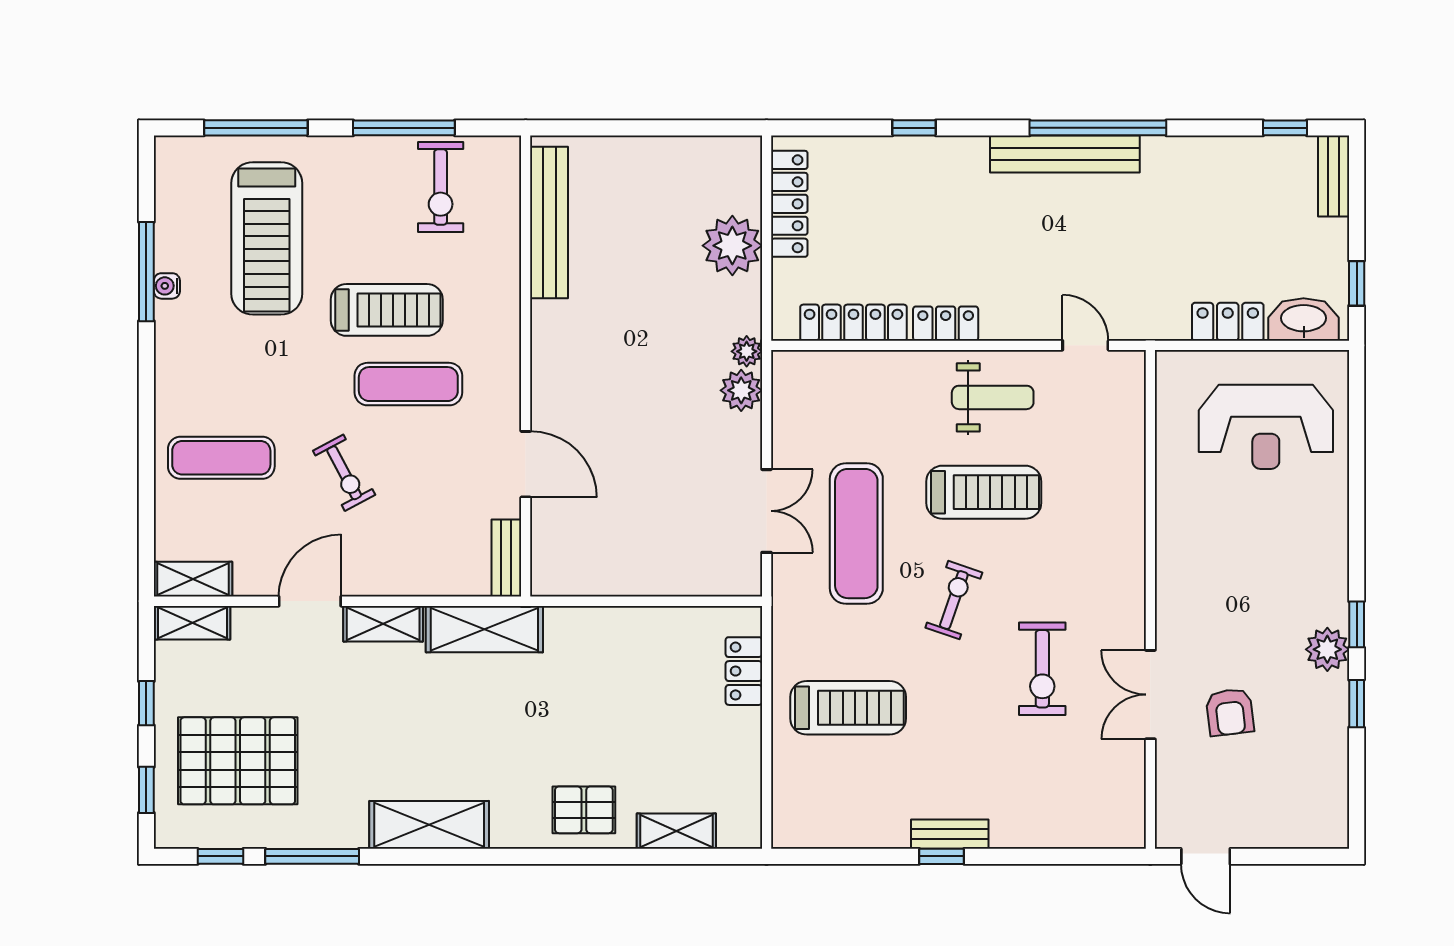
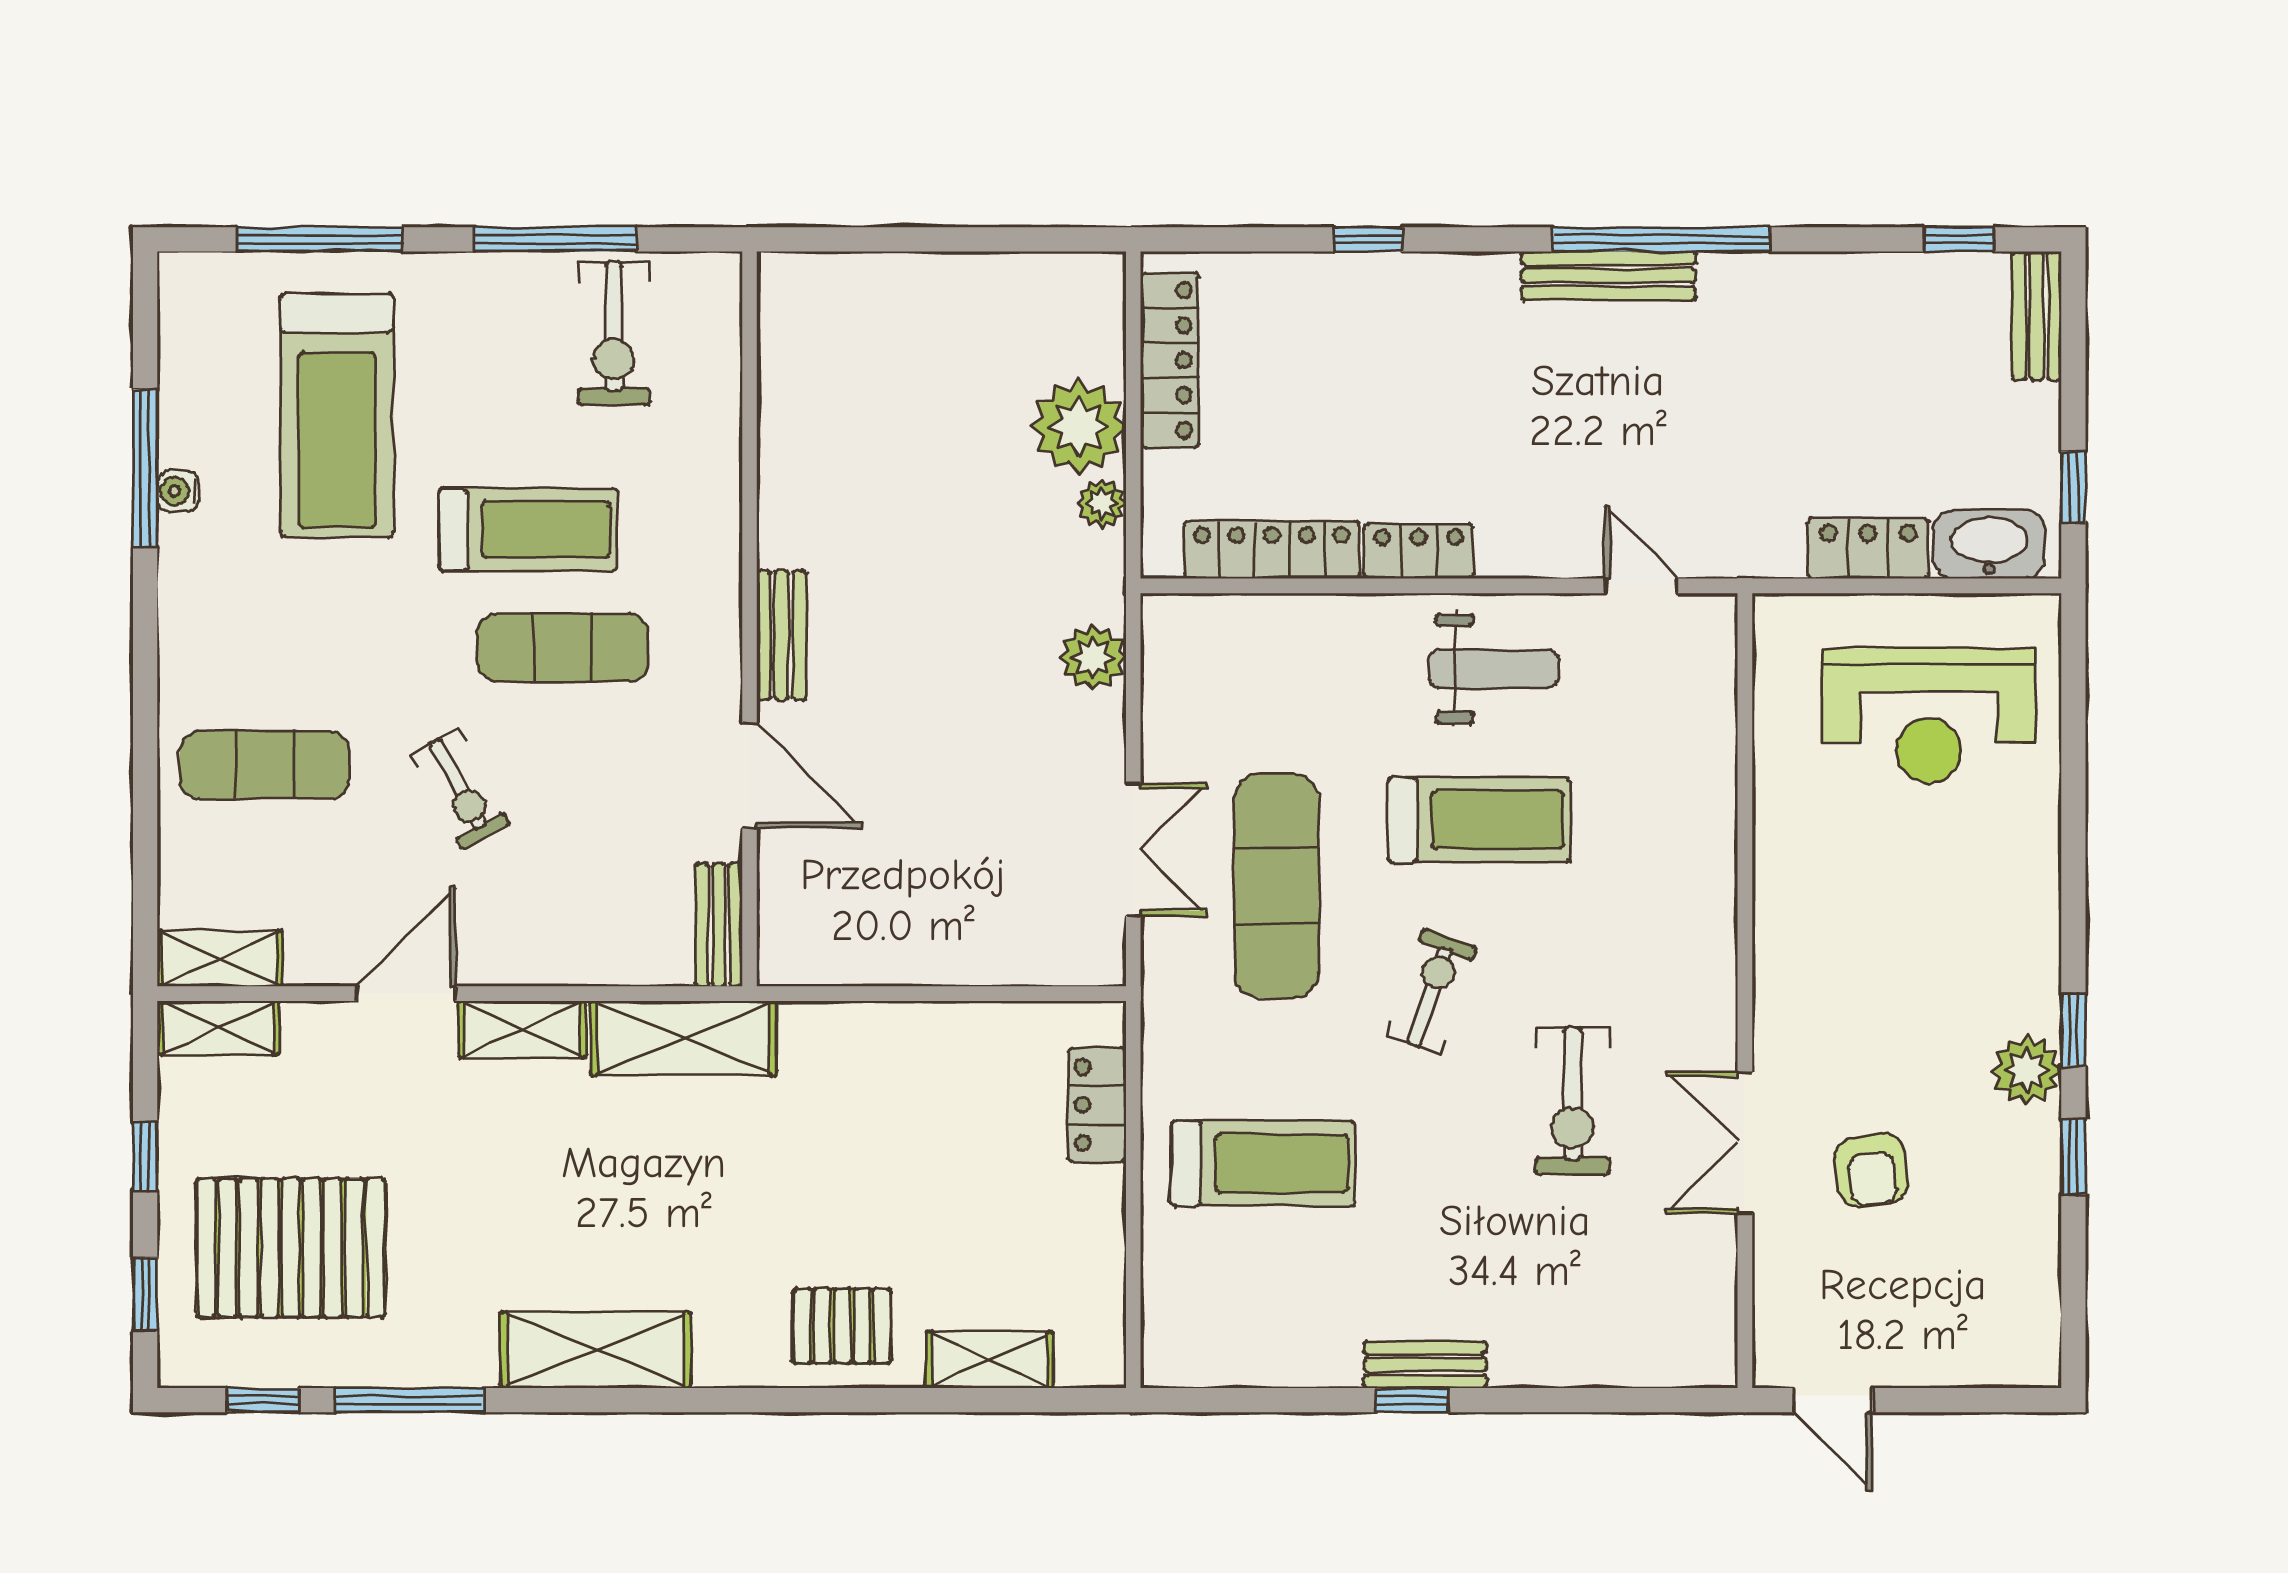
bench: (1065, 154) -> (1609, 276), width x0.73, depth x0.82
bench: (549, 222) -> (782, 635), moved, width x0.54, depth x0.82
plant: (747, 351) -> (1102, 503), moved

